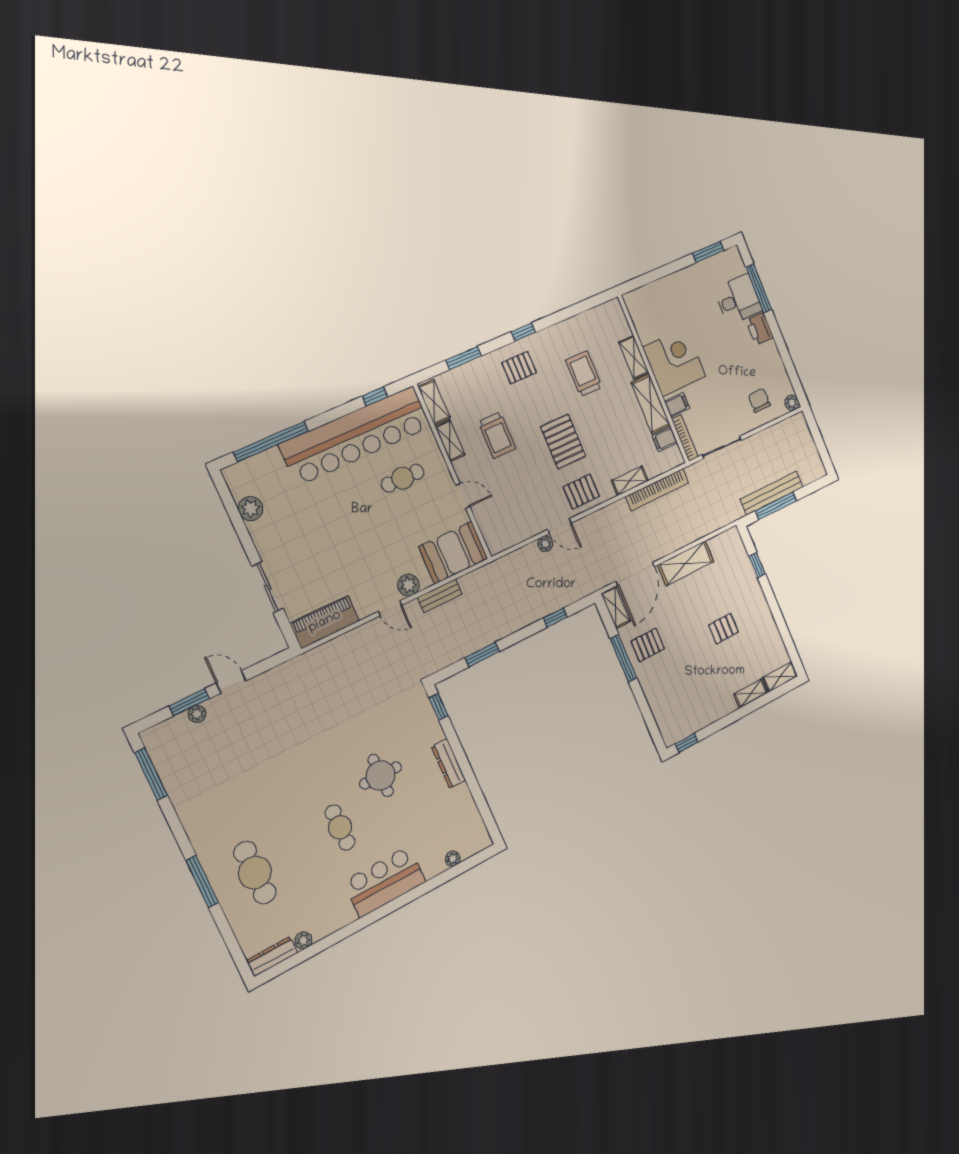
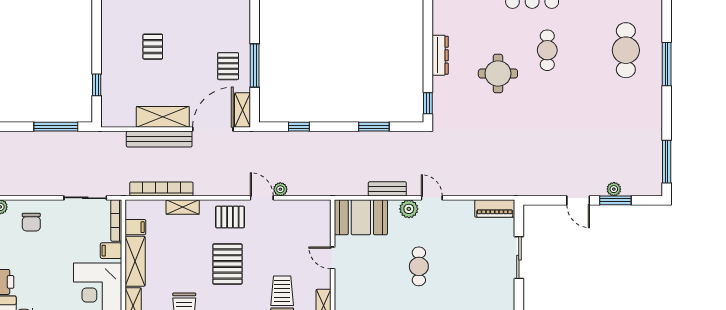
cafe table: (403, 478) -> (419, 266), moved, turned 90
bench: (772, 493) -> (159, 139), moved
piano: (325, 622) -> (495, 208), width x0.73, depth x0.75
pallet: (723, 629) -> (153, 47), turned 90
pallet: (648, 645) -> (228, 66), turned 90

